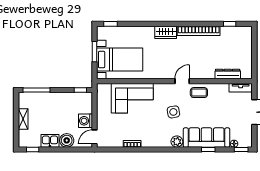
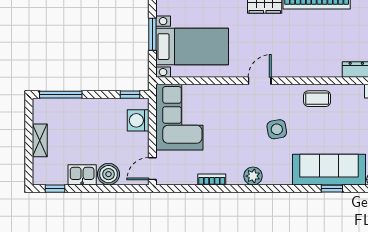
door: (182, 81) -> (260, 81), moved
corner sofa: (132, 98) -> (179, 117), moved, turned -90
washing machine: (85, 121) -> (138, 120), moved
plant: (177, 142) -> (253, 176), moved

